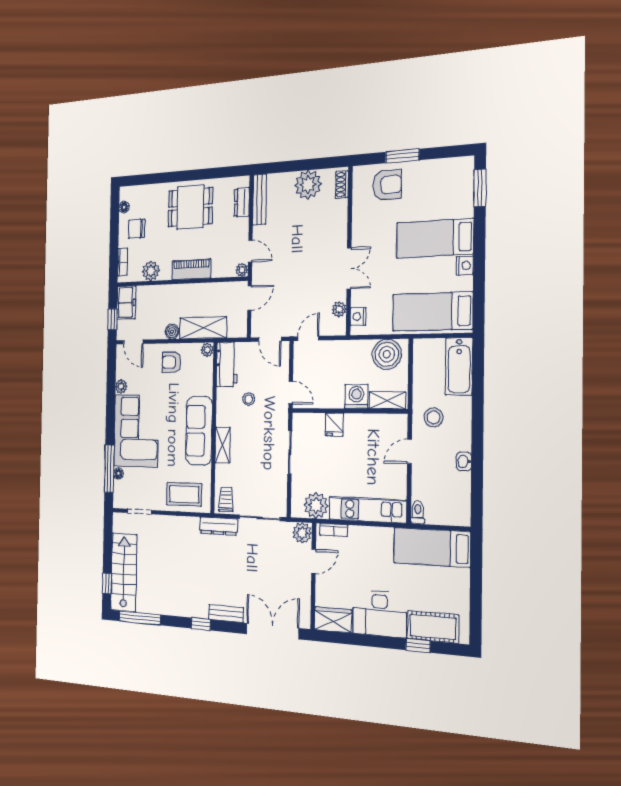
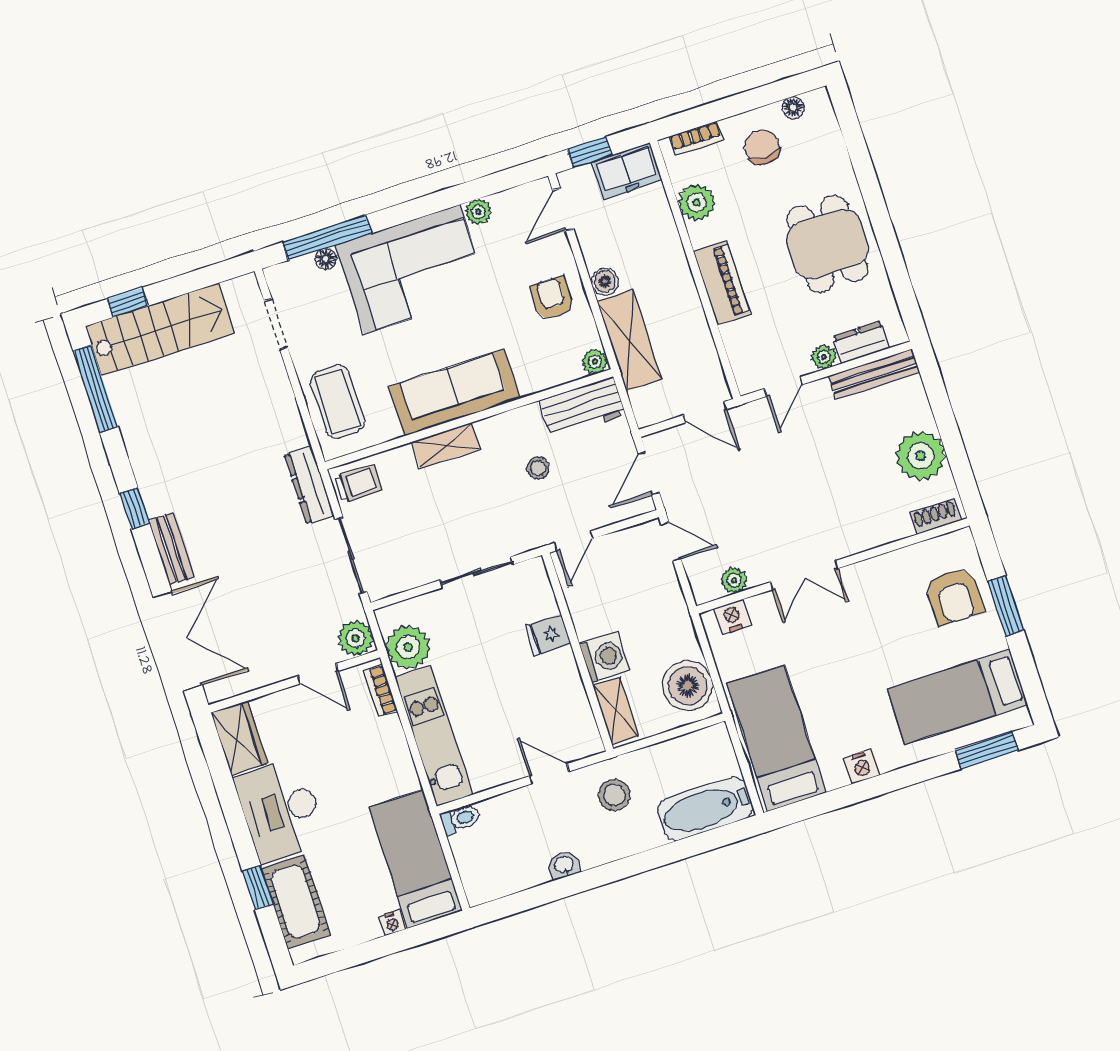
bed: (435, 238) -> (957, 697), moved, turned -90
plant: (242, 270) -> (824, 357), moved
nightstand: (464, 576) -> (392, 923), added

